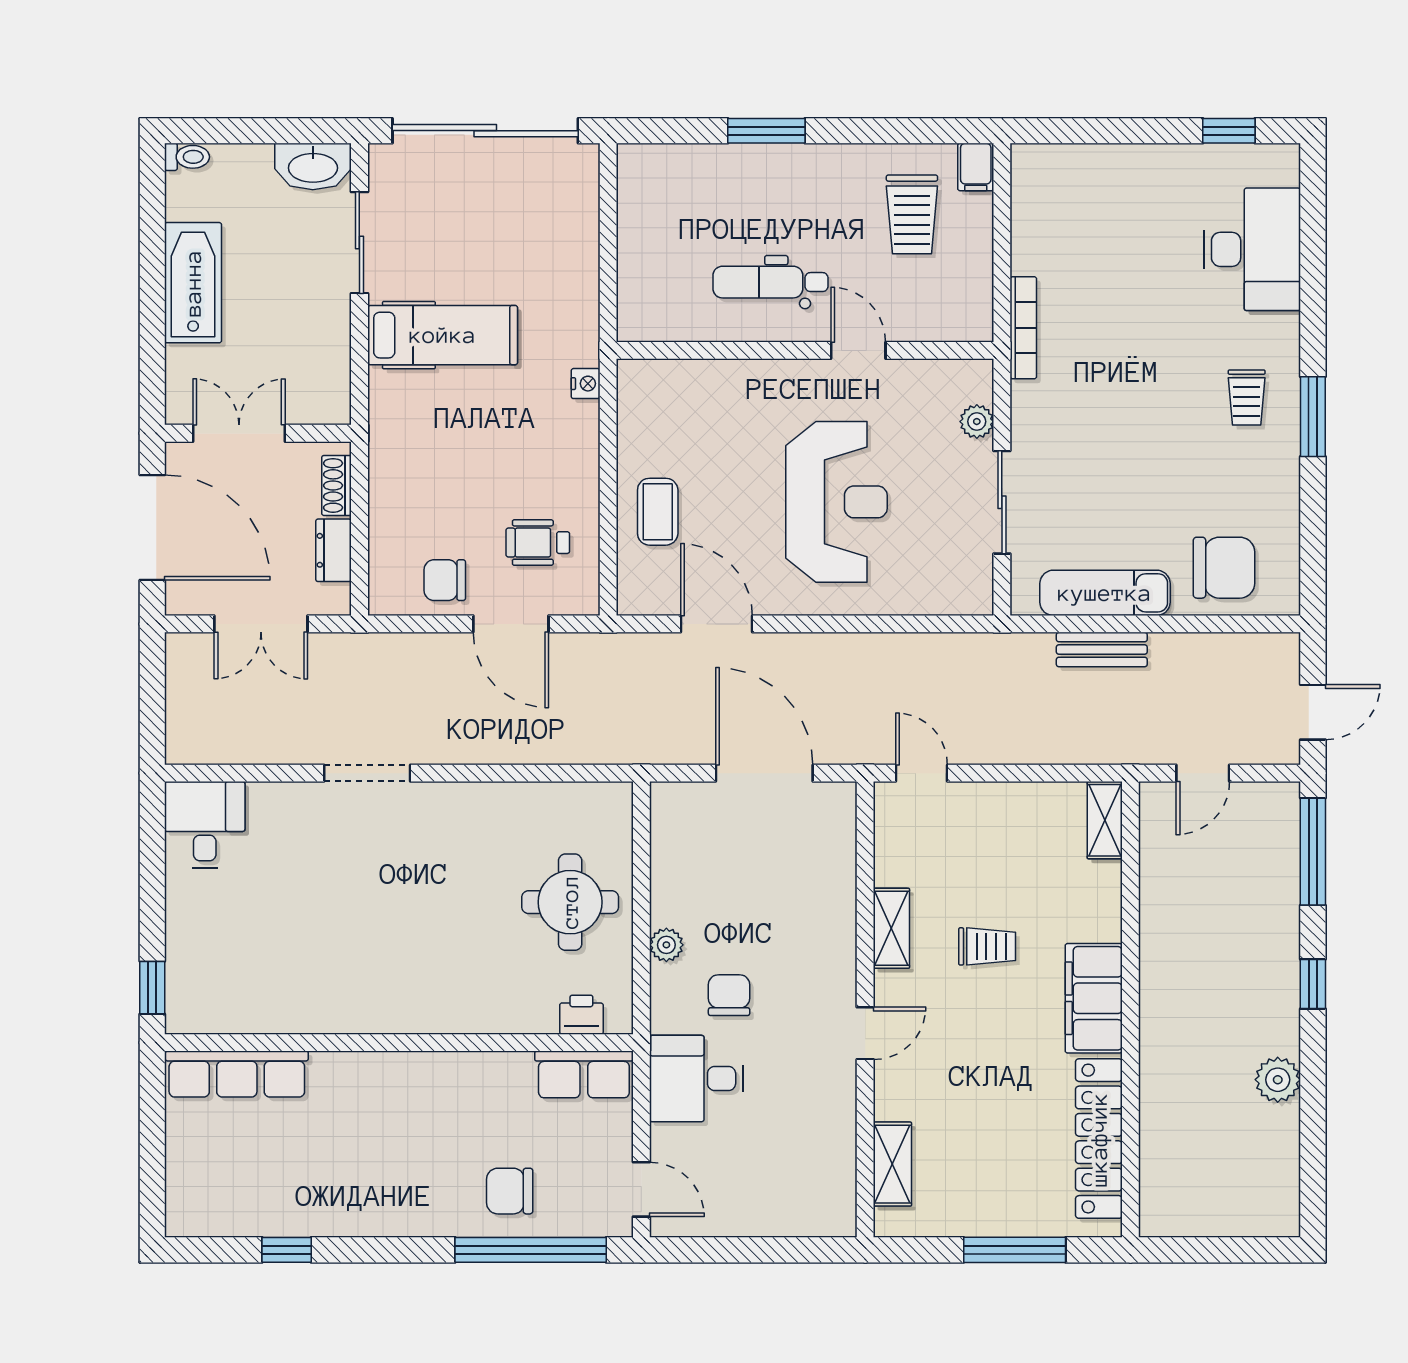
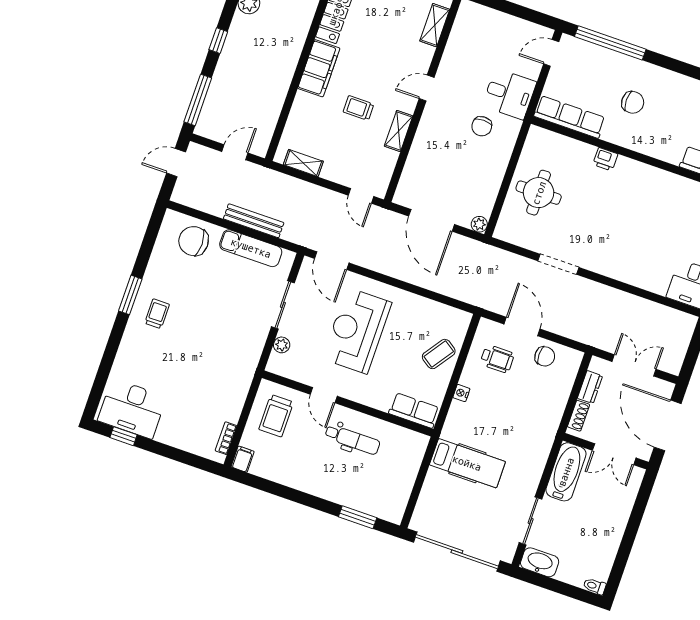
window: (766, 131) -> (358, 517), moved
trolley: (912, 214) -> (276, 416), moved, turned 180
desk: (1252, 249) -> (132, 409), moved, turned -90
bathtub: (193, 283) -> (566, 472), moved, turned 180
bookcase: (1023, 328) -> (226, 438), moved, width x0.64
hospital bed: (443, 335) -> (467, 463), moved, turned 180
row of seats: (668, 382) -> (414, 410), added
nightstand: (586, 384) -> (461, 393), moved
coffee table: (658, 512) -> (439, 354), turned 35
door: (716, 624) -> (332, 261), moved
bench: (1102, 650) -> (254, 221), width x1.36
doorway: (367, 773) -> (558, 264), moved
shelving: (1105, 820) -> (303, 163), moved, turned 90
plant: (666, 945) -> (479, 224), moved
printer: (581, 1015) -> (605, 159), moved
row of seats: (584, 1074) -> (570, 117), width x1.48
door: (641, 1189) -> (551, 53), hinge flipped
chair: (510, 1191) -> (633, 102), moved

